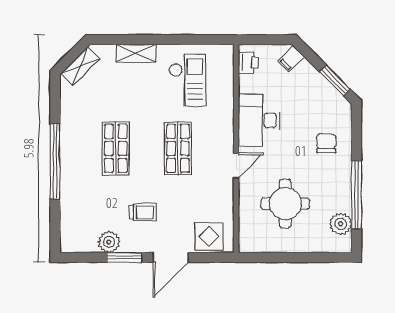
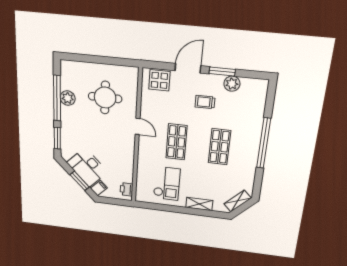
window: (335, 80) -> (80, 181), moved
checkout: (187, 81) -> (167, 183), turned 180
desk: (259, 120) -> (87, 167), moved, turned 135
window: (356, 133) -> (57, 138), added
chair: (326, 143) -> (77, 134), removed
door: (236, 165) -> (138, 126), swing flipped
plant: (341, 224) -> (68, 98), moved

